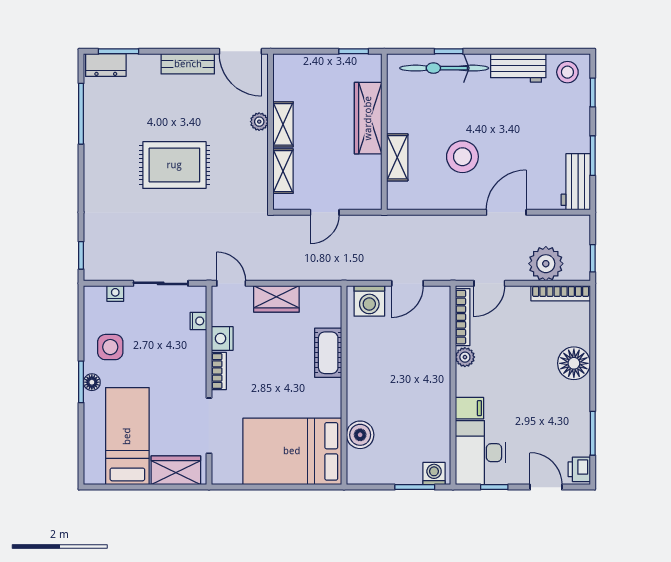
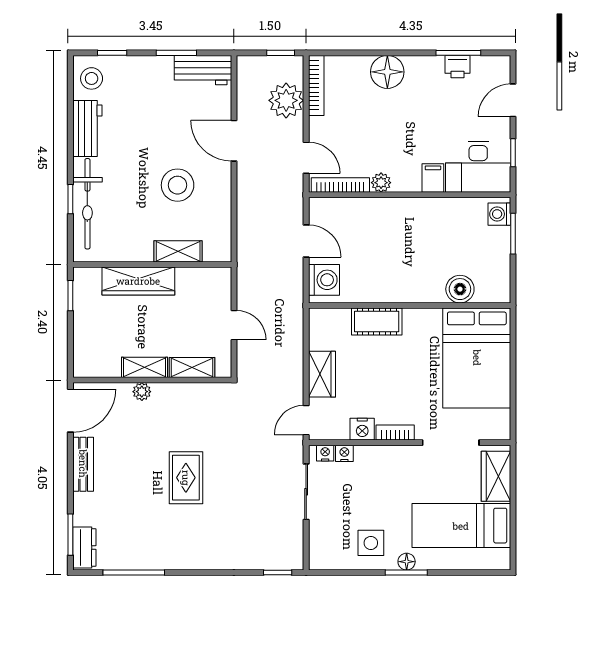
rug: (174, 165) -> (186, 478), width x0.73, depth x0.70
nightstand: (115, 294) -> (325, 453), moved, turned 90
printer: (579, 469) -> (457, 67), moved

